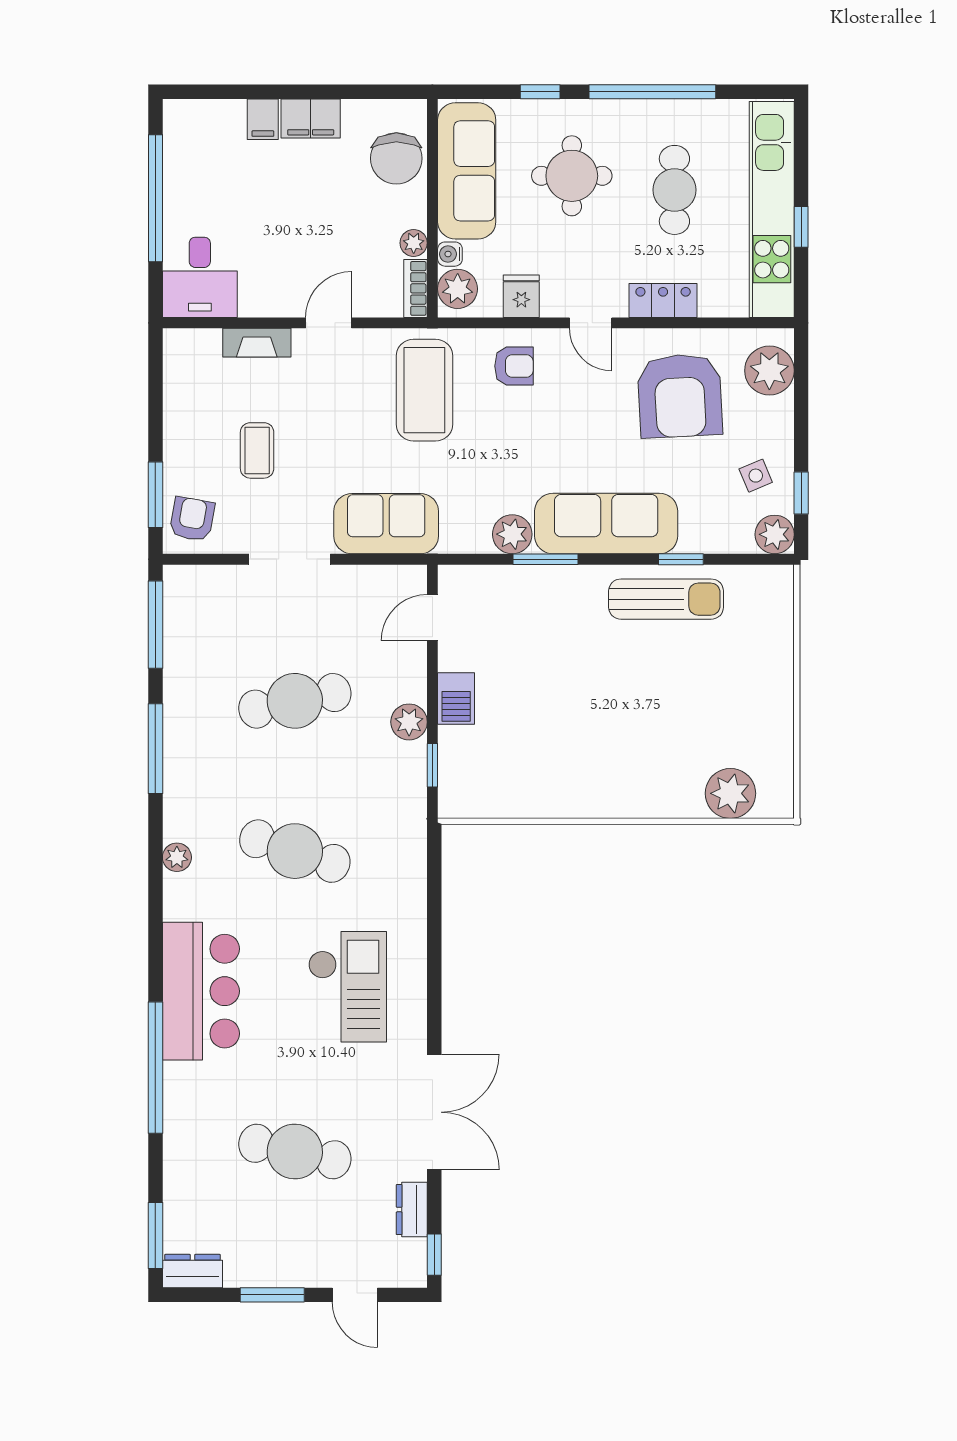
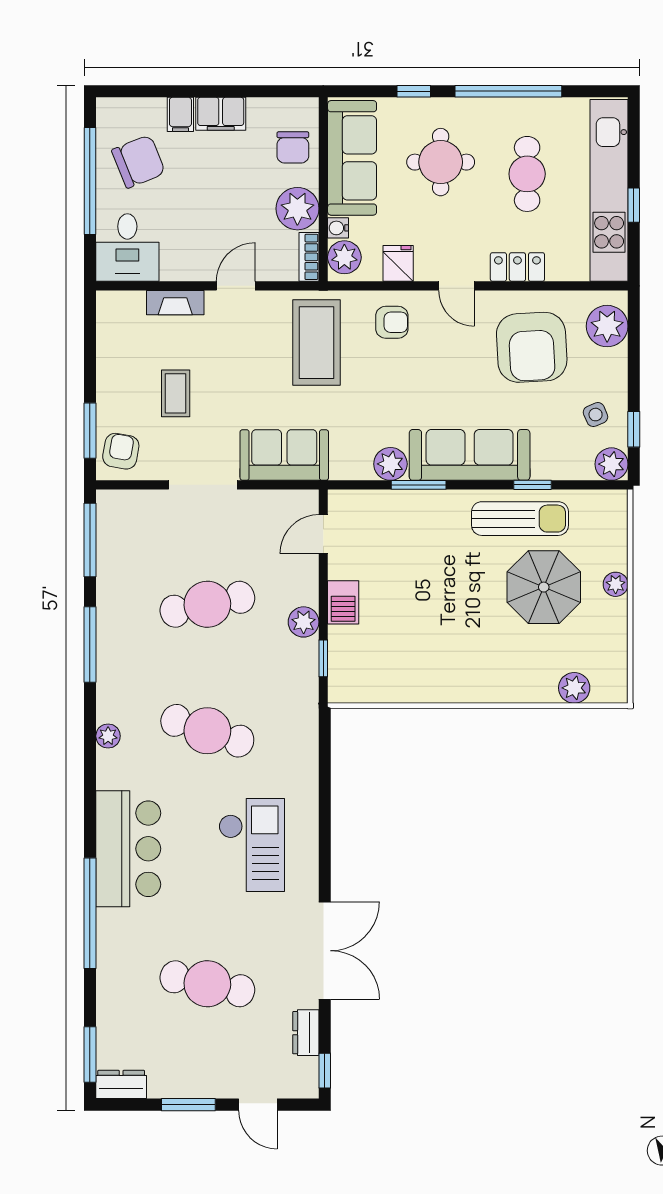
chair: (396, 158) -> (293, 147), width x0.73, depth x0.73
chair: (213, 175) -> (139, 161), added
plant: (414, 243) -> (297, 209), width x1.87, depth x1.87
plant: (780, 677) -> (616, 584), added
parasol: (694, 680) -> (544, 587), added
plant: (730, 793) -> (574, 688), width x0.73, depth x0.73

